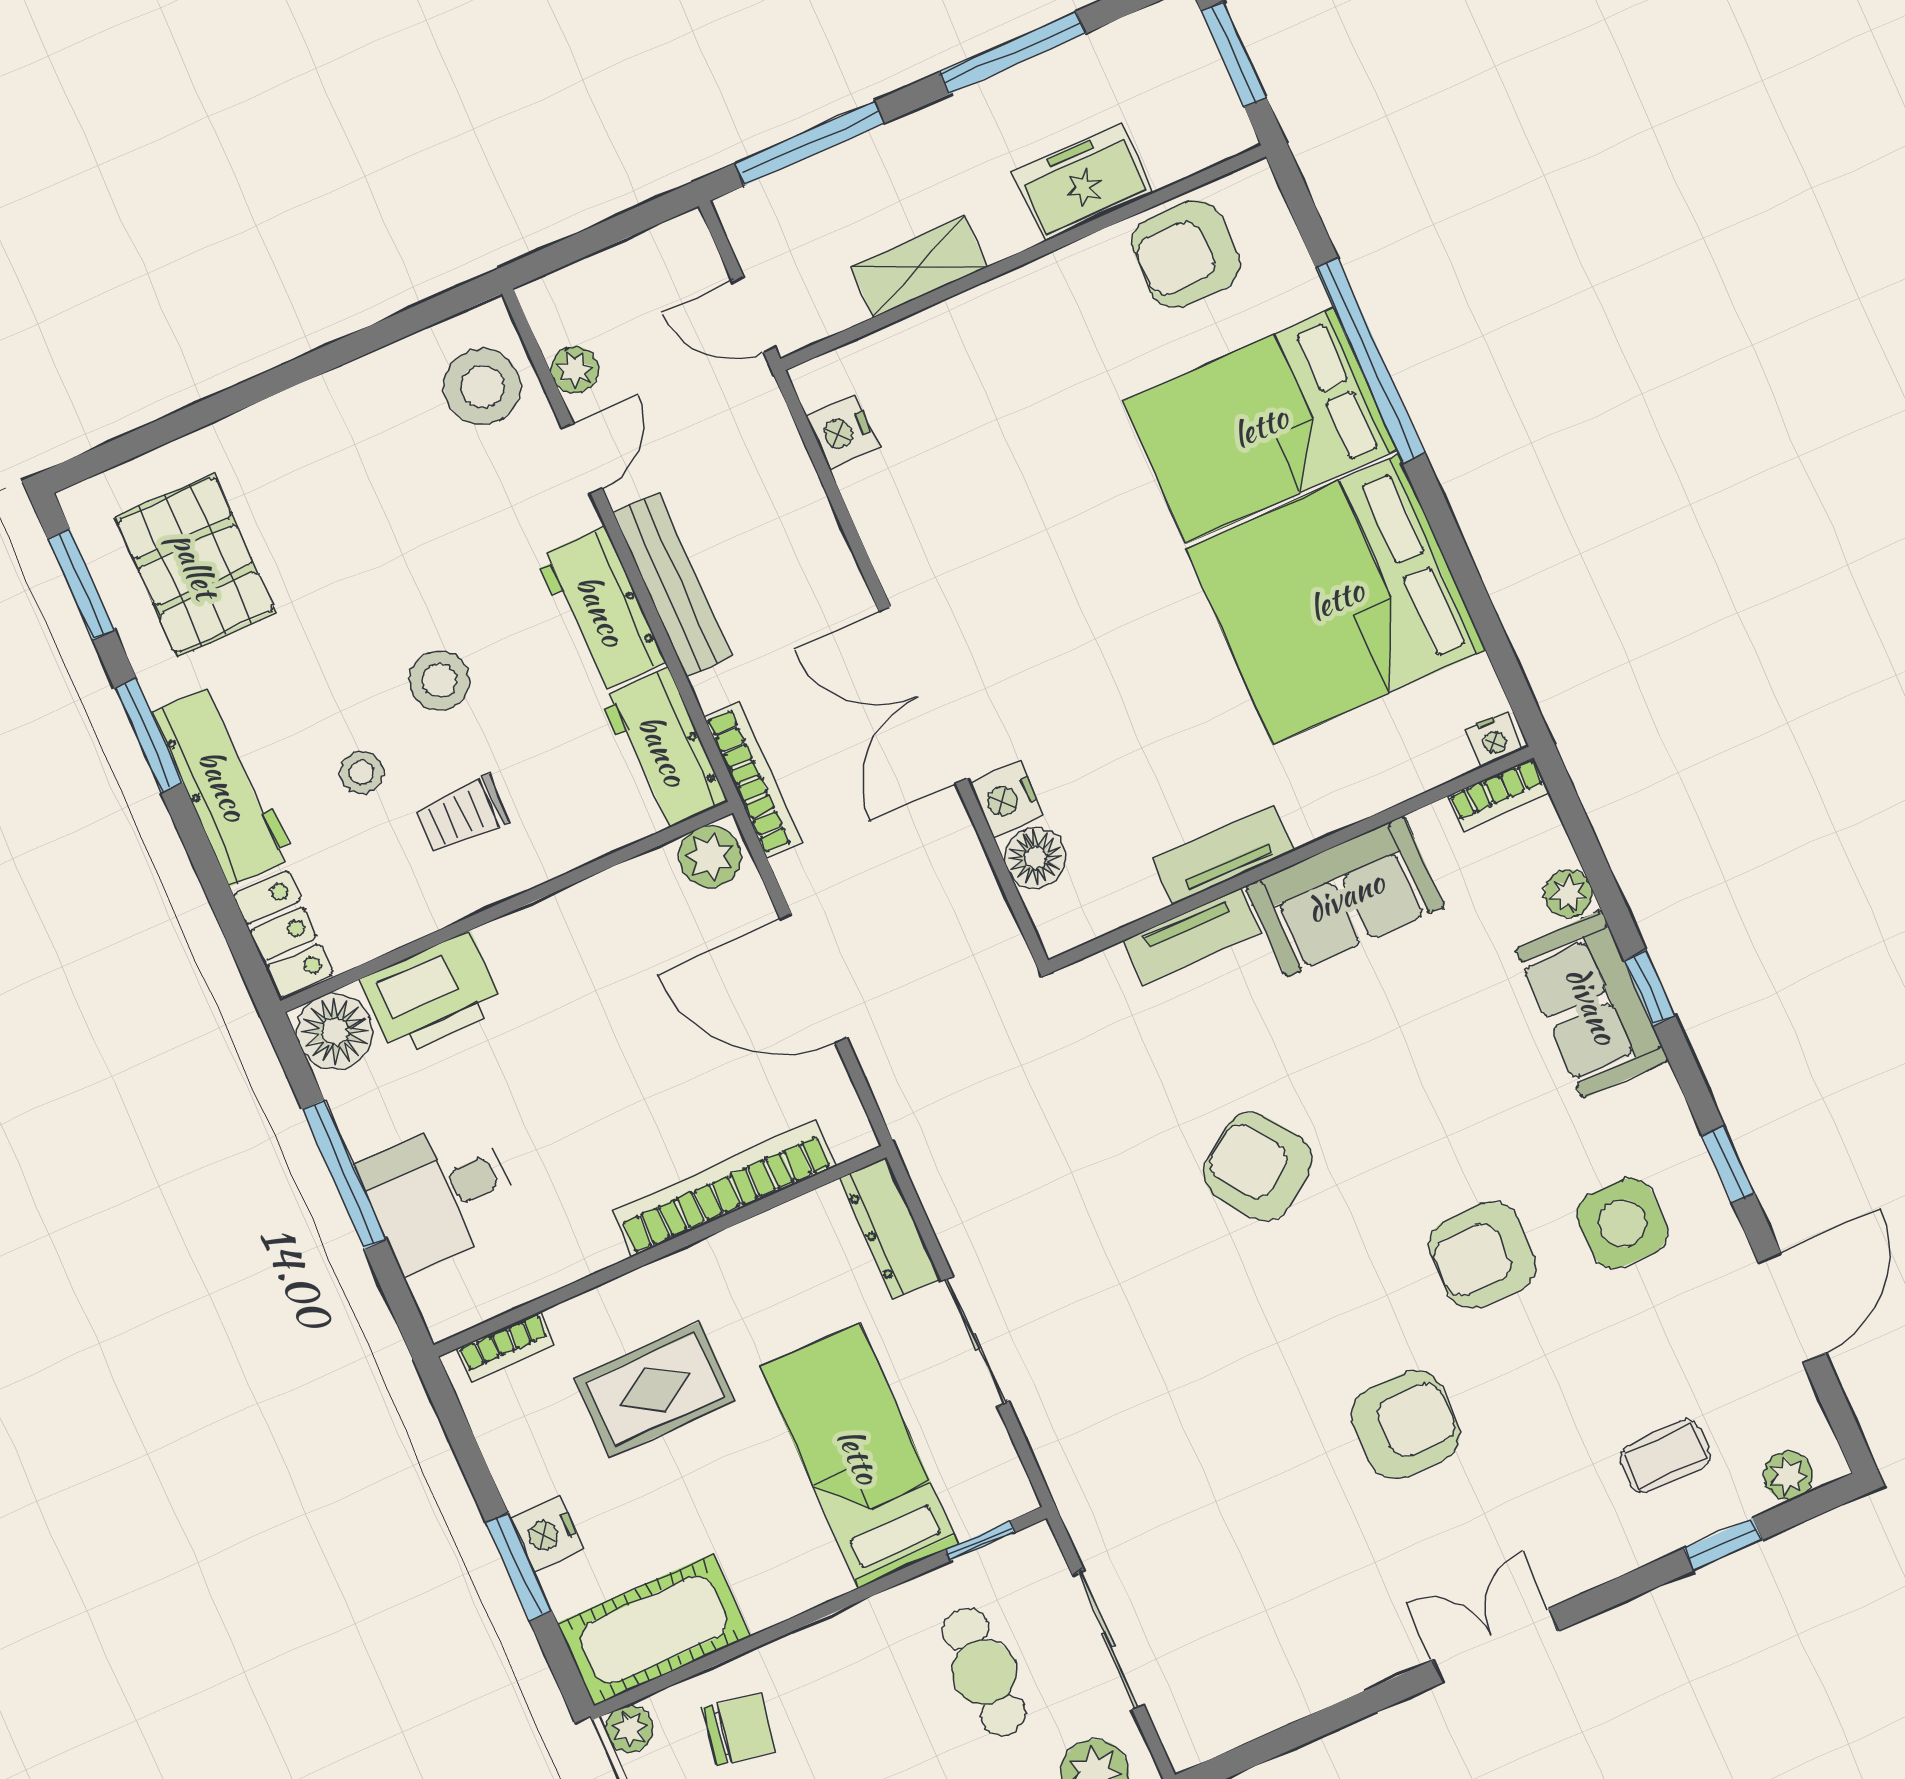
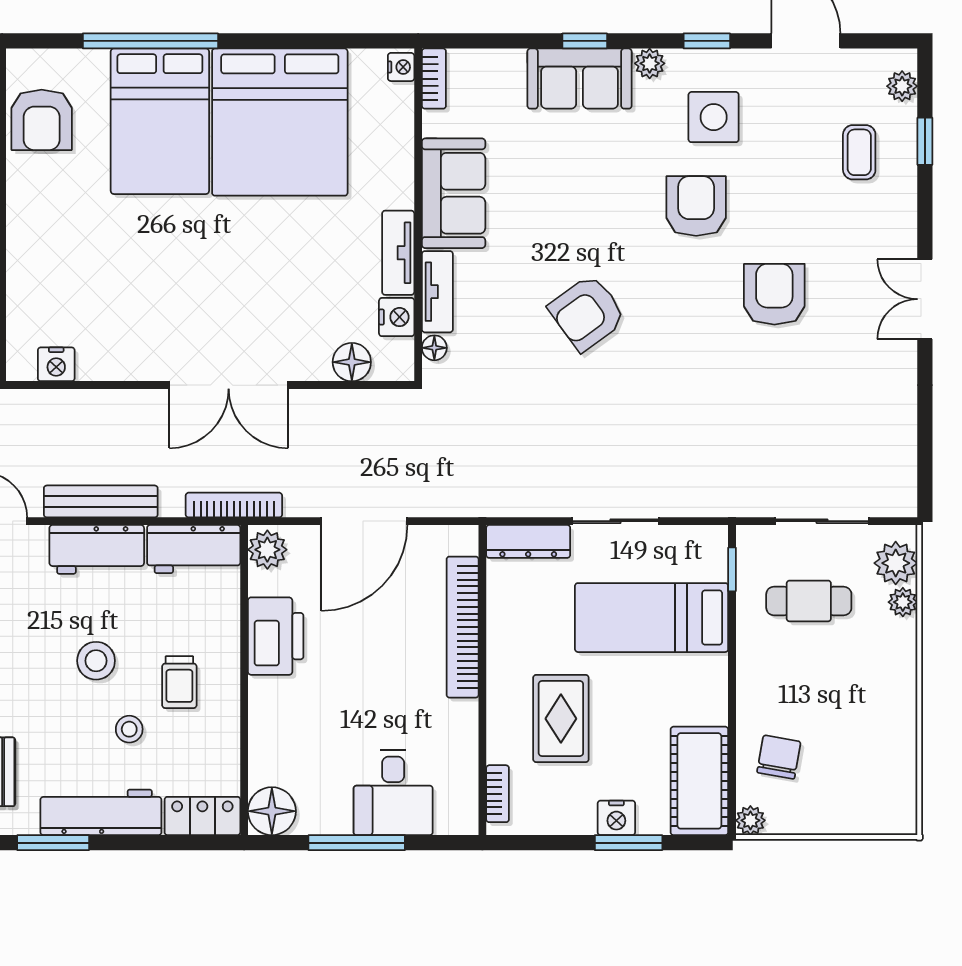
nightstand: (1007, 799) -> (397, 317), moved, turned -90
plant: (1568, 893) -> (650, 63), moved
floor lamp: (1109, 968) -> (434, 348), added
printer: (432, 995) -> (276, 636), moved
armchair: (1483, 1255) -> (696, 206), turned 180

